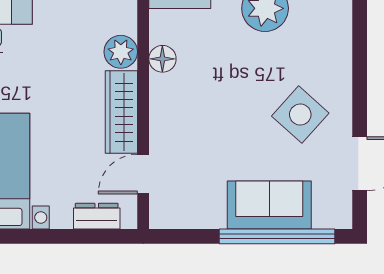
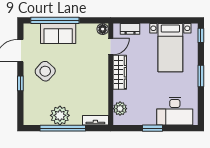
plant: (121, 52) -> (120, 109), moved
floor lamp: (162, 59) -> (103, 29), moved
window: (360, 85) -> (20, 83), added

